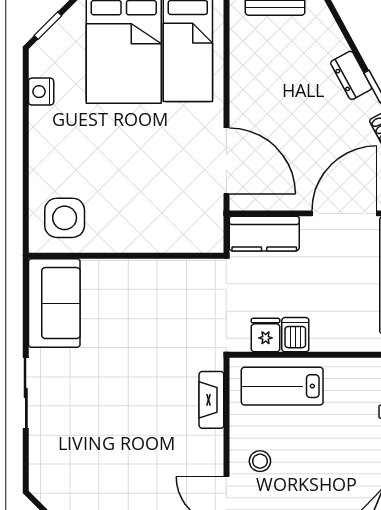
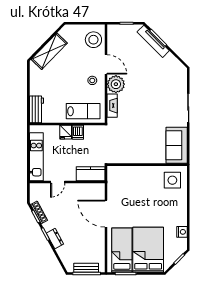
door: (226, 161) -> (106, 214), moved
door: (345, 213) -> (58, 182), width x0.53
fridge: (266, 335) -> (66, 132), moved
plant: (202, 452) -> (116, 84), added

